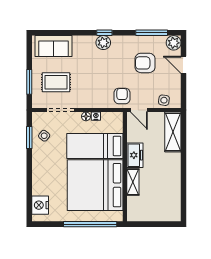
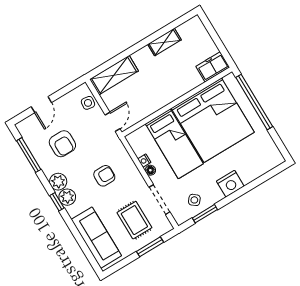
plant: (174, 43) -> (58, 182), moved
sofa: (54, 46) -> (96, 238), width x1.36
armchair: (122, 96) -> (104, 176), moved, turned 180
freezer: (135, 155) -> (213, 67), moved
shelving: (133, 182) -> (164, 42), moved
nightstand: (40, 205) -> (230, 184), moved

